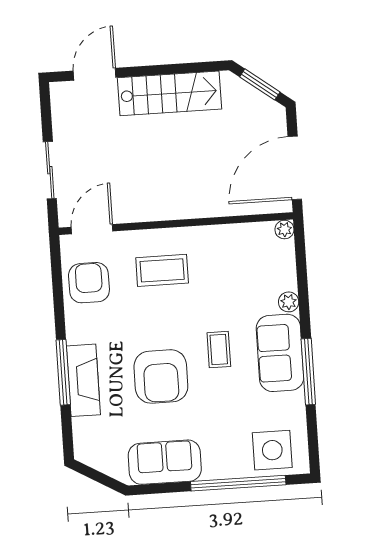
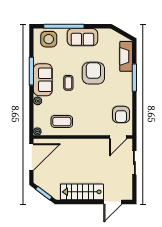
coffee table: (162, 270) -> (62, 122), moved
fireplace: (83, 380) -> (126, 56), moved
sofa: (165, 462) -> (82, 37), moved

